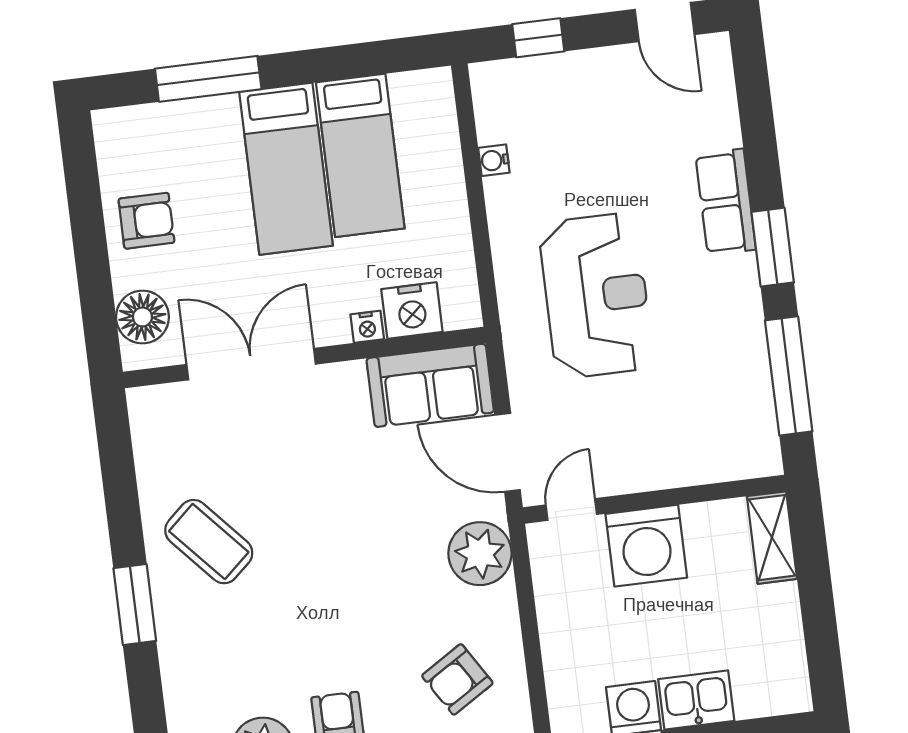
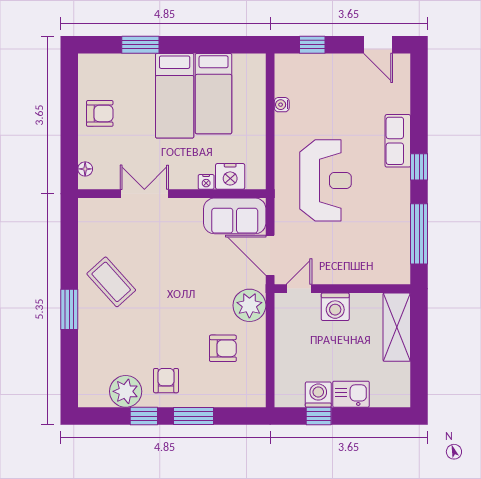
window: (208, 79) -> (140, 45), width x0.69
window: (773, 247) -> (419, 167), width x0.67
floor lamp: (142, 317) -> (85, 169), width x0.53, depth x0.53
double door: (251, 364) -> (144, 194), width x0.73
shelving: (772, 538) -> (397, 327), width x1.50, depth x1.33
washing machine: (646, 546) -> (335, 307), width x0.73, depth x0.73
armchair: (457, 679) -> (223, 348), moved, turned -148

